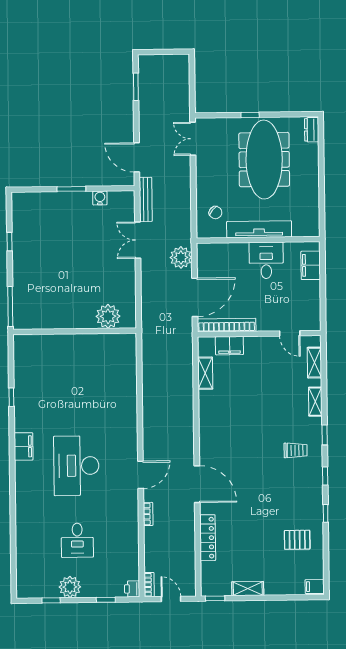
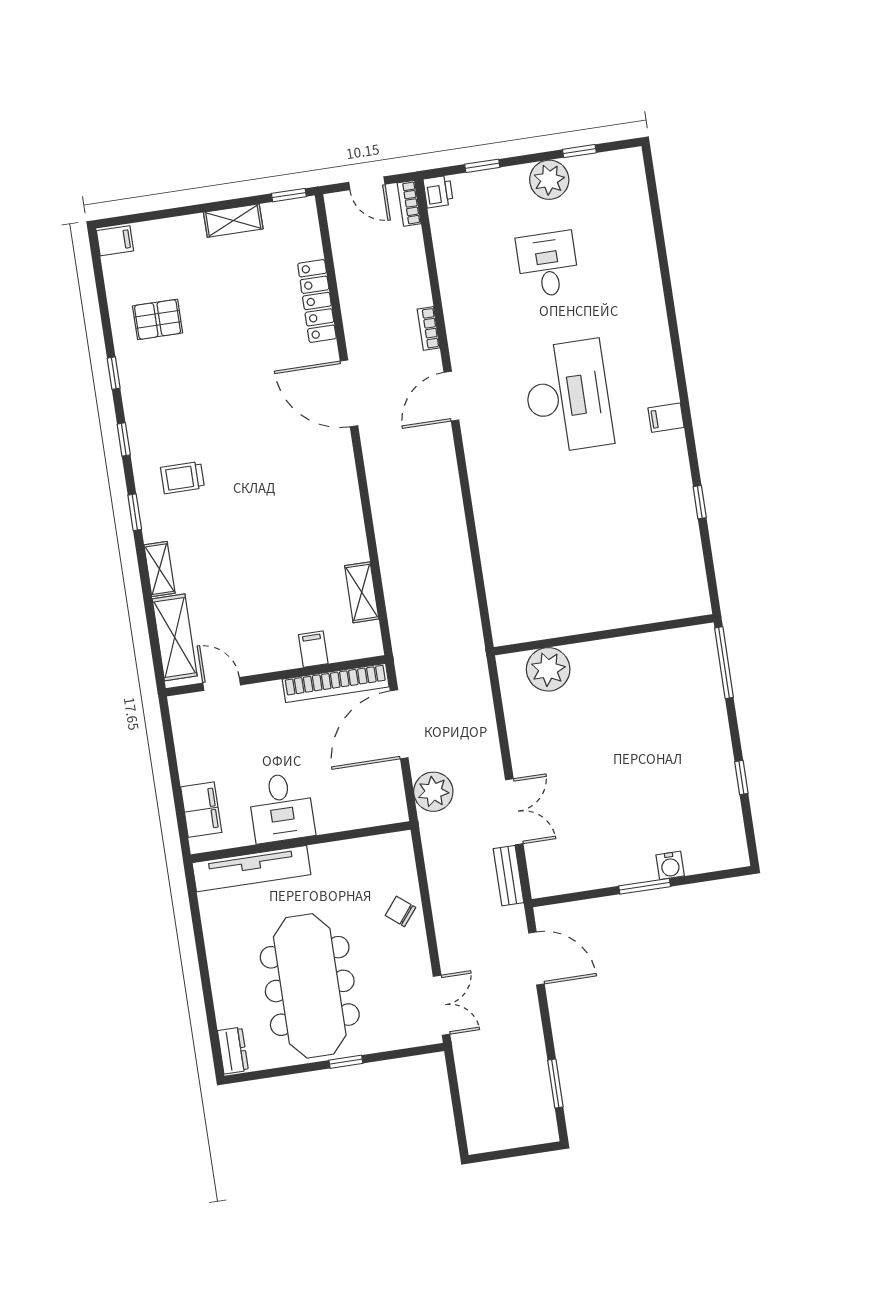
water cooler: (100, 198) -> (670, 865), moved
bench: (146, 199) -> (508, 876), width x0.73
chair: (215, 213) -> (400, 911), moved
tv unit: (259, 229) -> (251, 869), moved
filing cabinet: (229, 346) -> (313, 649), width x0.50
shelving: (314, 363) -> (175, 637), width x1.50, depth x1.33
filing cabinet: (24, 446) -> (666, 418), width x0.50

